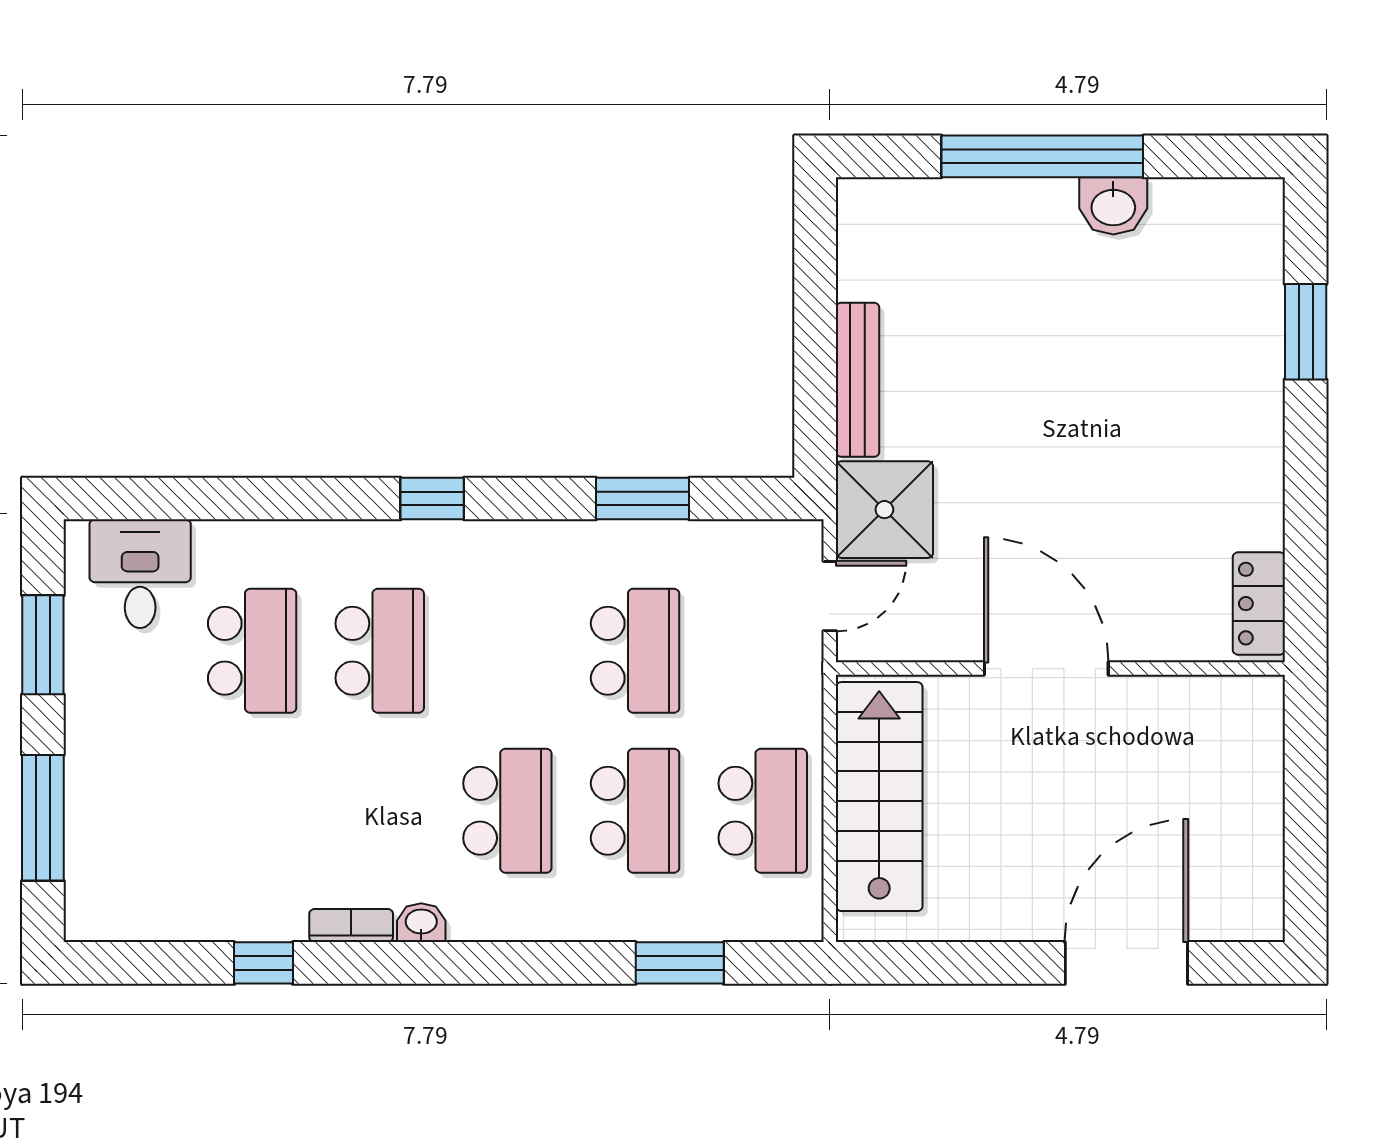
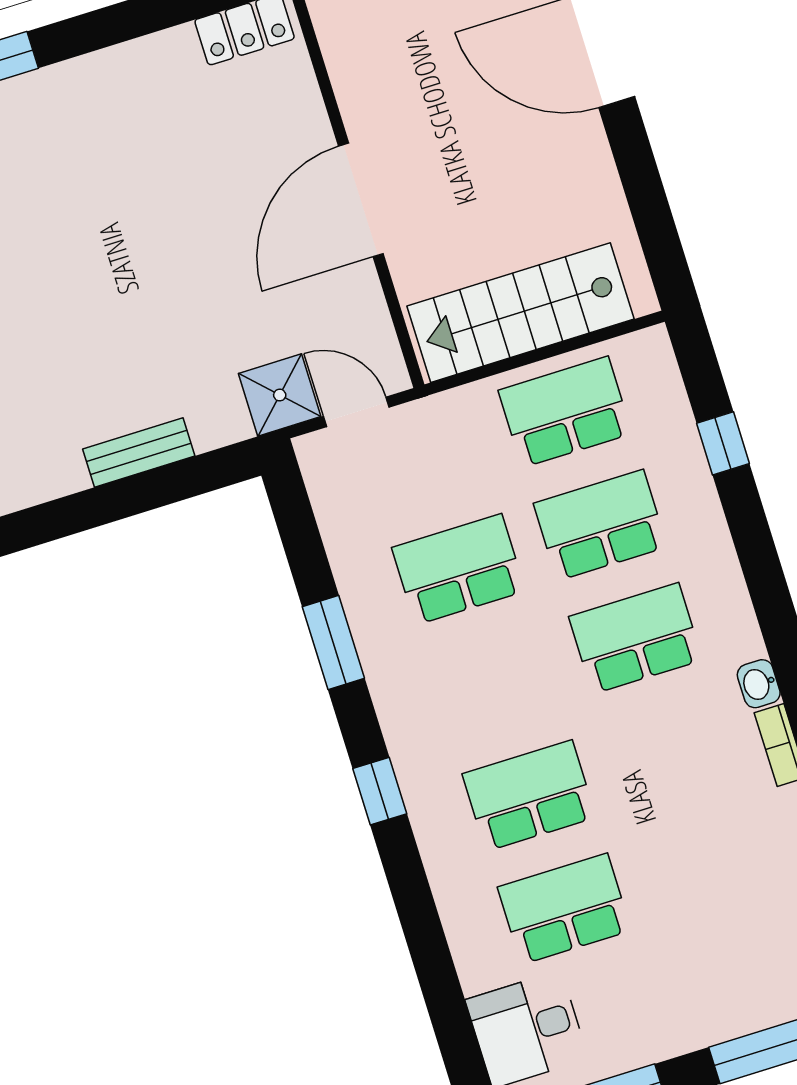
bench: (858, 380) -> (139, 452), width x0.73
window: (643, 499) -> (333, 642), moved
shower: (884, 510) -> (280, 395), width x0.73, depth x0.73
window: (680, 963) -> (723, 443), width x0.67

